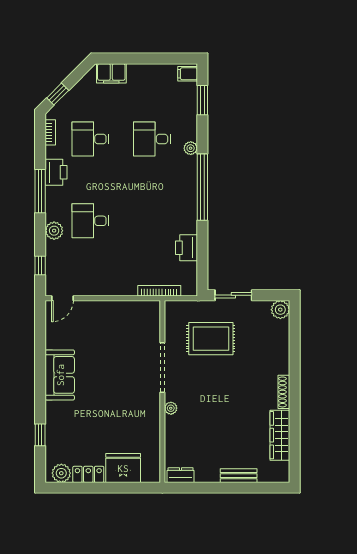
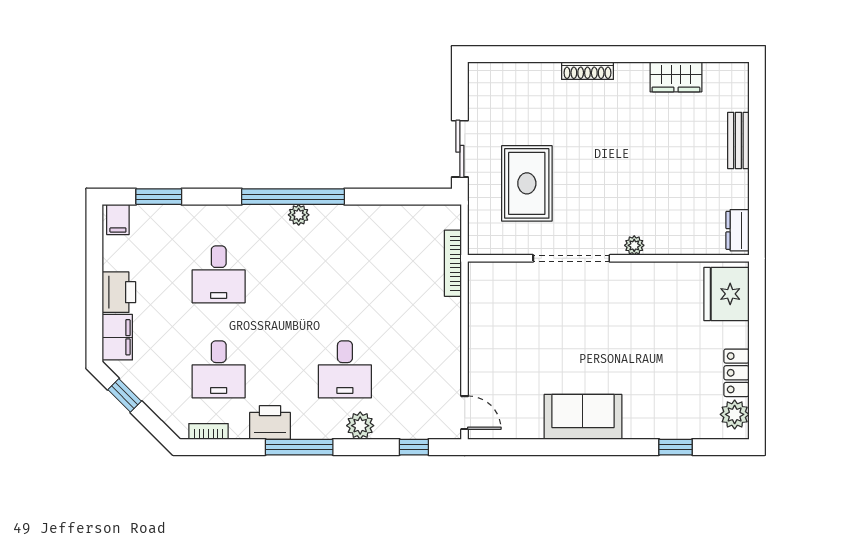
window: (58, 94) -> (125, 395), moved
plant: (191, 148) -> (299, 215), moved
printer: (186, 248) -> (119, 292), moved, turned -90
plant: (280, 310) -> (482, 76), removed
shoe rack: (284, 392) -> (587, 71), moved
wardrobe: (280, 435) -> (676, 77), width x0.67
fridge: (123, 468) -> (727, 294), moved

